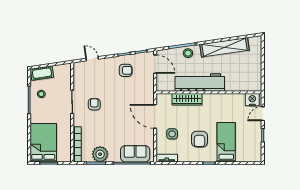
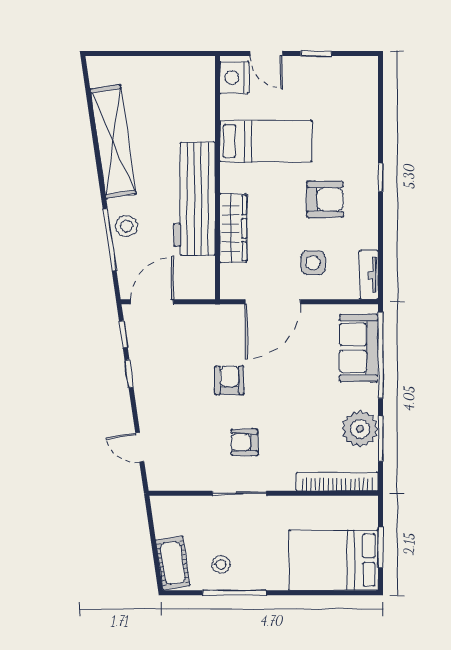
door: (92, 59) -> (140, 447), hinge flipped
armchair: (126, 70) -> (229, 380), moved
bed: (226, 142) -> (266, 141), moved, turned 180

